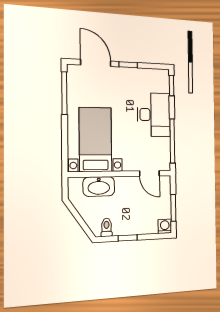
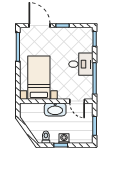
desk: (154, 115) -> (81, 64), width x0.73
washbasin: (99, 186) -> (55, 109), moved
washing machine: (165, 226) -> (64, 138), moved

